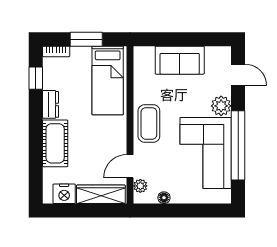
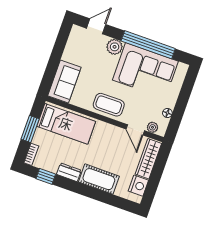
sofa: (180, 60) -> (64, 82), moved

